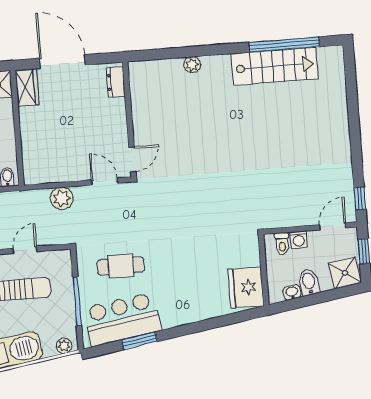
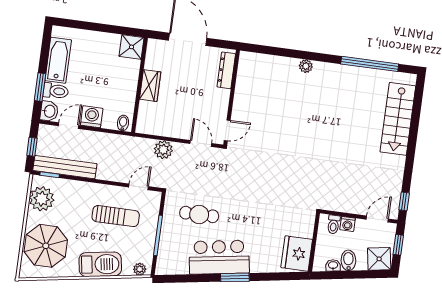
plant: (192, 65) -> (306, 66), moved
stairs: (274, 66) -> (398, 119), moved, turned 90
dresser: (116, 82) -> (226, 70), width x1.44
wardrobe: (27, 87) -> (150, 86), moved
door: (25, 250) -> (139, 187), moved
bar counter: (122, 319) -> (219, 257), moved
window: (139, 341) -> (235, 277), moved

